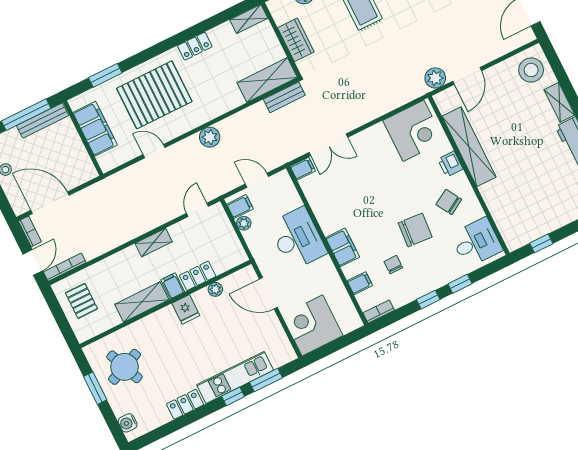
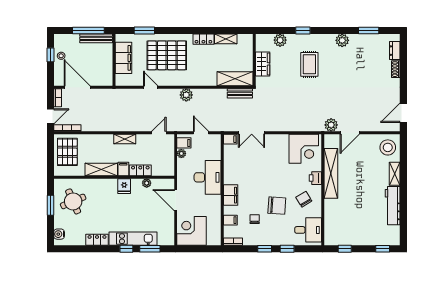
shelving: (249, 19) -> (226, 39), moved
pallet: (81, 301) -> (67, 152), width x1.50, depth x1.42

